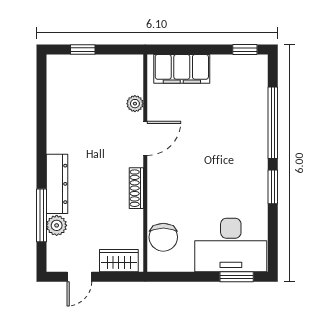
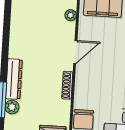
plant: (135, 104) -> (71, 15), moved

